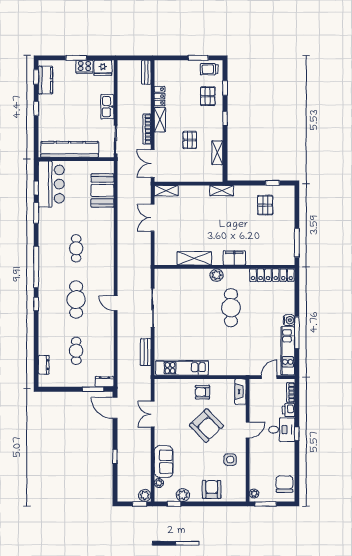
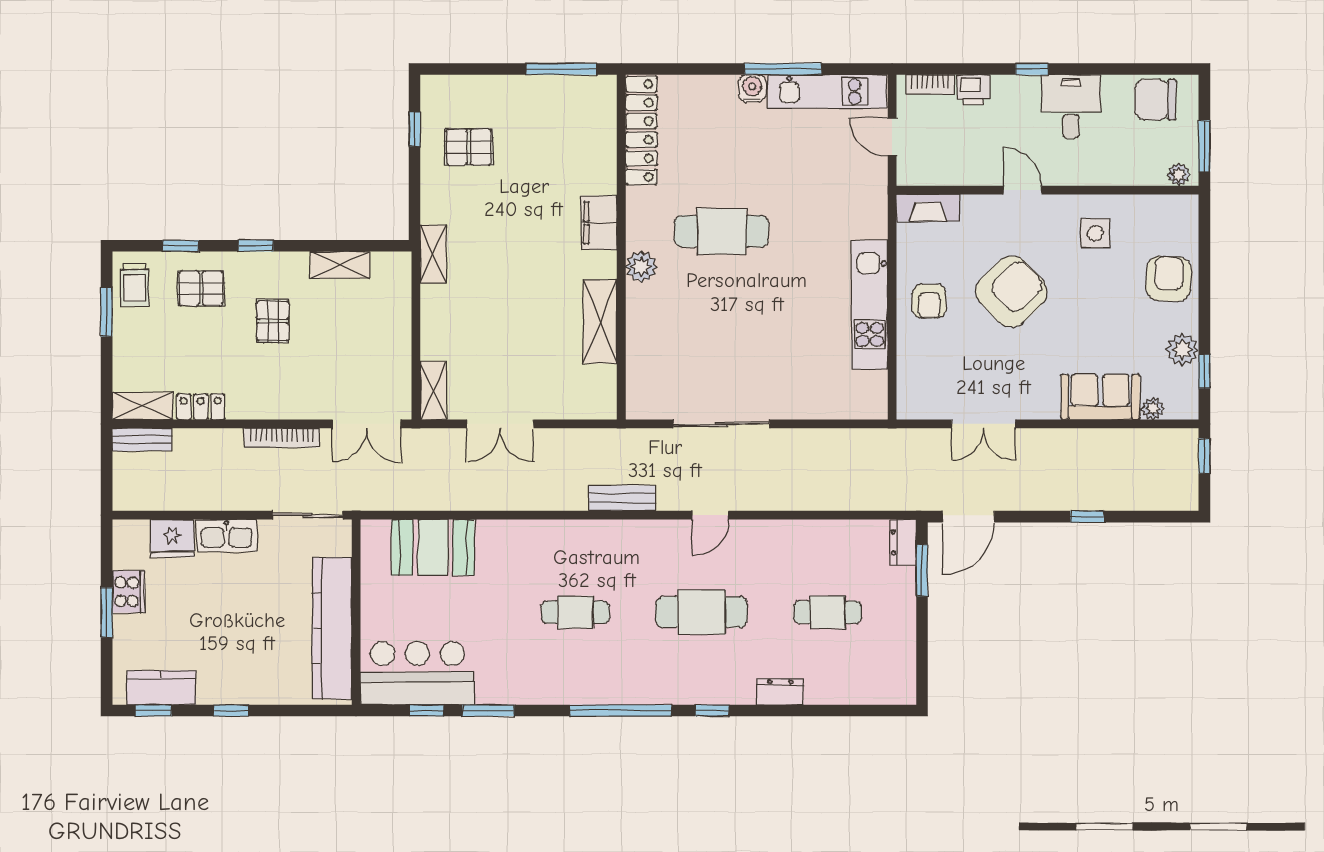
fridge: (103, 68) -> (172, 538), moved, turned 90
shelving: (160, 120) -> (143, 406), moved
pallet: (190, 140) -> (273, 321), moved, turned 90
bench: (146, 352) -> (622, 498), moved
dresser: (44, 365) -> (780, 692), moved
kitchen unit: (182, 368) -> (870, 305), moved
desk: (282, 430) -> (1071, 107), moved
armchair: (212, 489) -> (1169, 279), turned 93
plant: (145, 495) -> (1183, 443), removed

